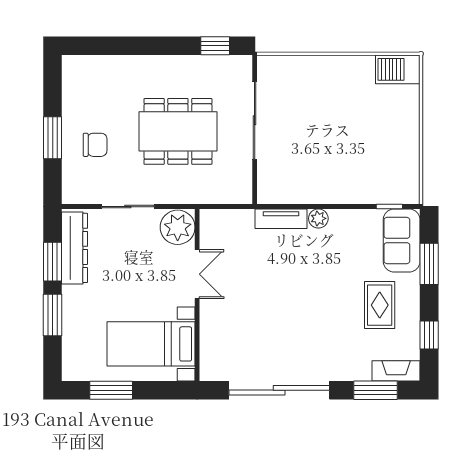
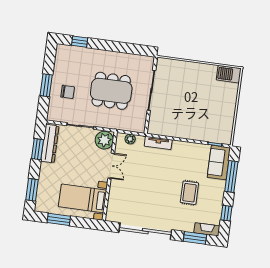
window: (215, 46) -> (80, 42), moved
plant: (318, 218) -> (130, 139), moved
window: (429, 264) -> (231, 177), width x1.44
rug: (380, 305) -> (189, 193), moved
window: (53, 315) -> (32, 190), moved

